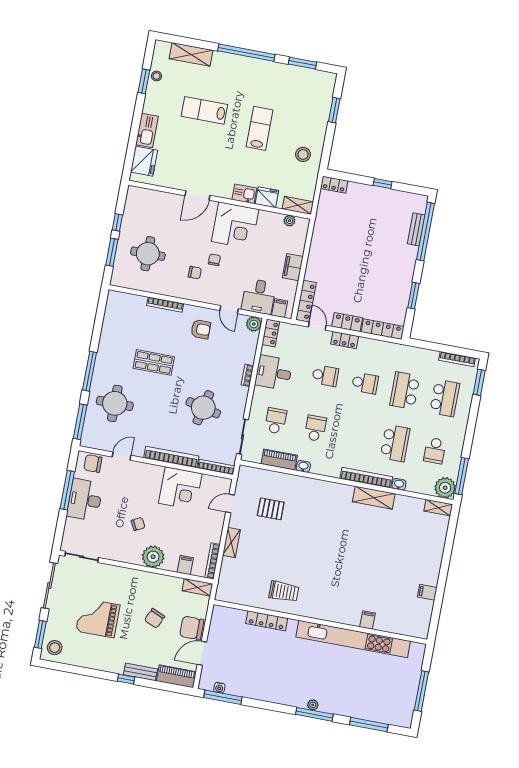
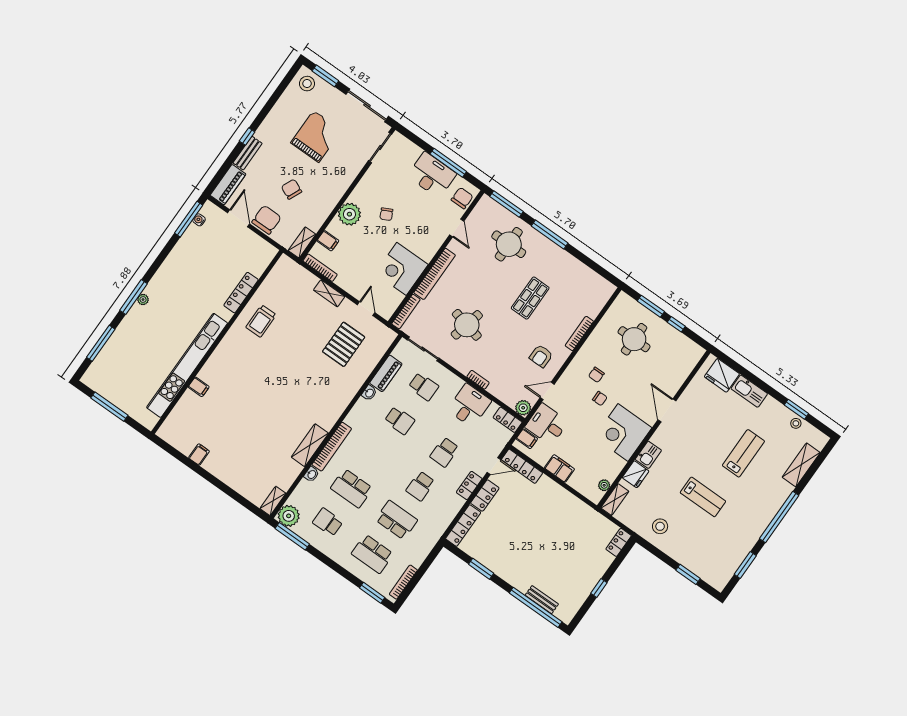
pallet: (271, 509) -> (344, 344), width x1.50, depth x1.42

